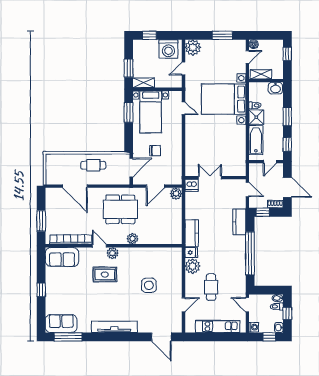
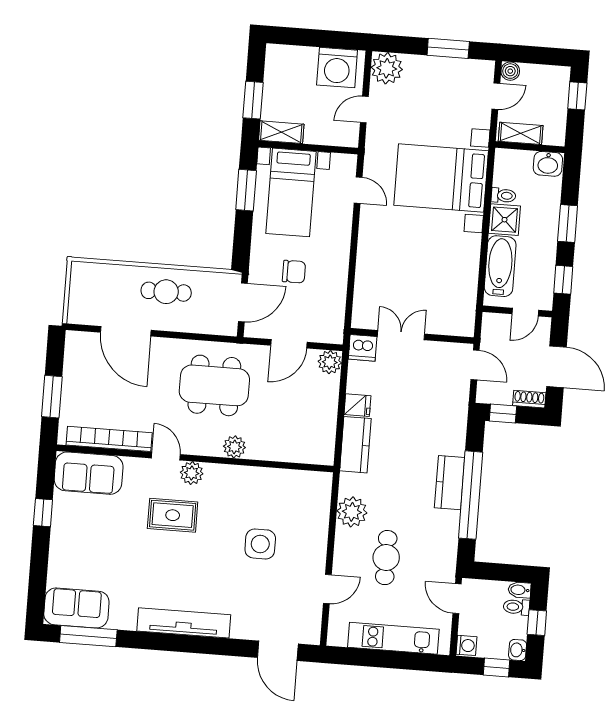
window: (149, 35) -> (300, 37), removed
kitchen counter: (239, 222) -> (450, 483), moved
fridge: (191, 253) -> (357, 405), moved
window: (41, 290) -> (43, 513), moved

